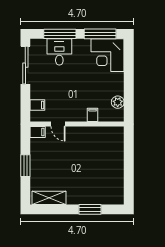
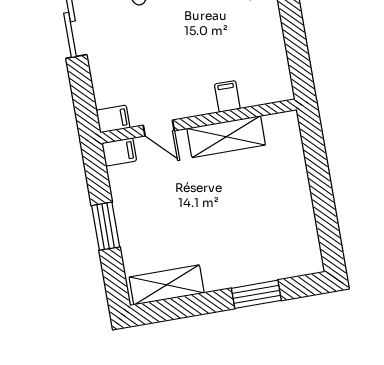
plant: (118, 102) -> (275, 61), removed
filing cabinet: (37, 105) -> (113, 119), moved
shelving: (89, 134) -> (226, 137), added

